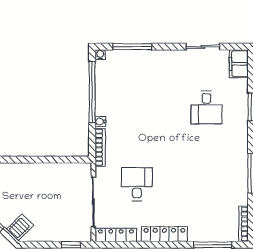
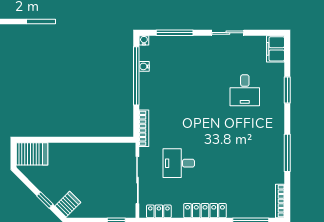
sliding door: (203, 47) -> (228, 33), moved
water cooler: (100, 122) -> (144, 66), moved
desk: (137, 184) -> (179, 163), turned -90
locker: (116, 235) -> (159, 211), width x0.66

